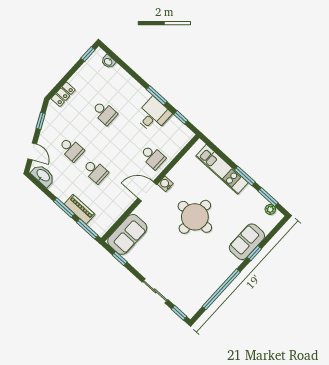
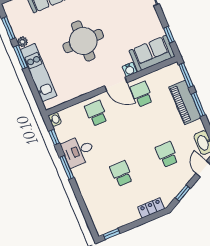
washbasin: (108, 62) -> (55, 119), moved
school desk: (95, 171) -> (142, 94), moved
water cooler: (165, 184) -> (129, 70), moved
piano: (80, 209) -> (185, 102), width x1.37, depth x1.33
plant: (270, 209) -> (22, 42), moved

